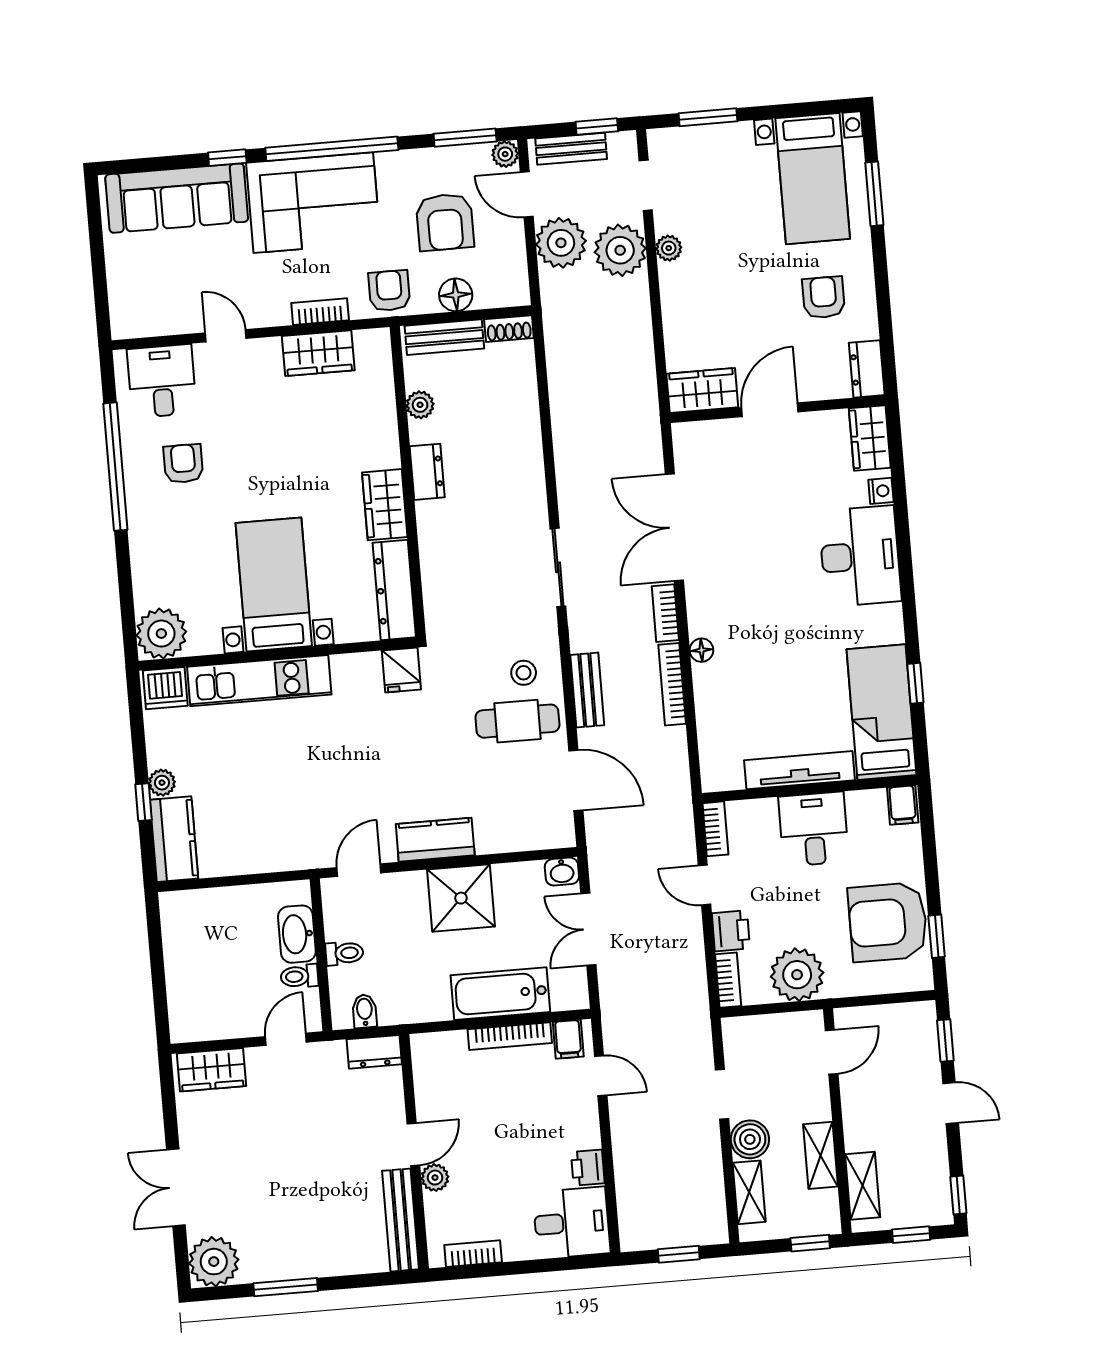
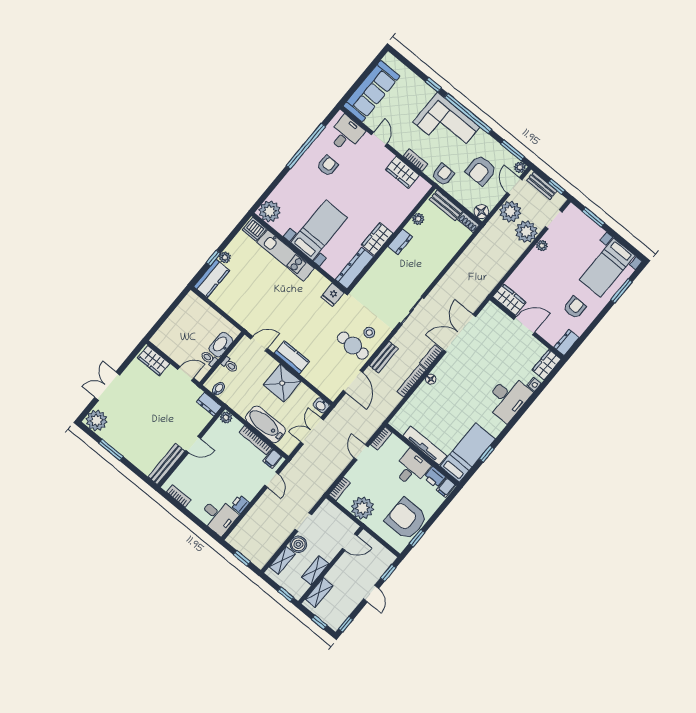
sofa: (177, 198) -> (371, 91), moved, turned -90
floor lamp: (456, 295) -> (481, 212), moved
printer: (731, 931) -> (434, 477), moved, turned 90
plant: (435, 1178) -> (226, 418), moved

